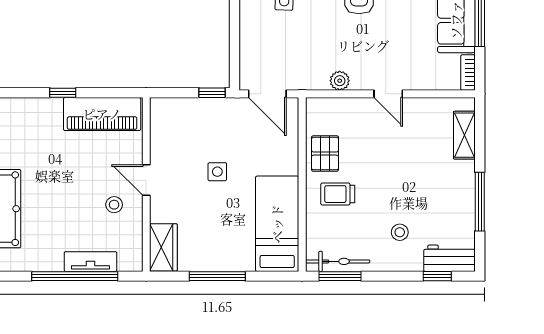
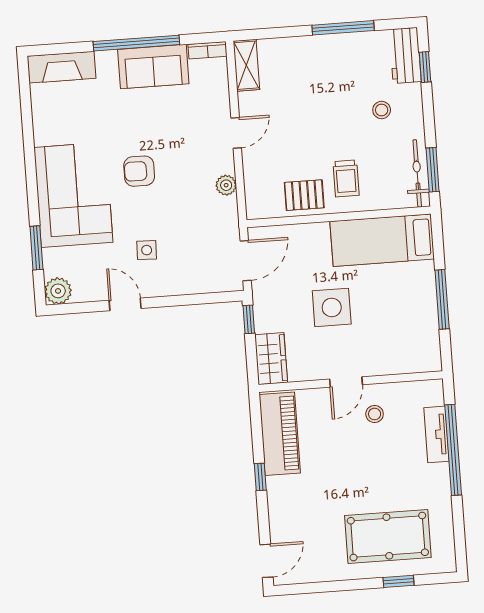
shelving: (464, 135) -> (246, 65), moved, turned 90
side table: (217, 172) -> (332, 307), width x1.87, depth x1.87
wardrobe: (163, 247) -> (271, 359), moved, turned 90

